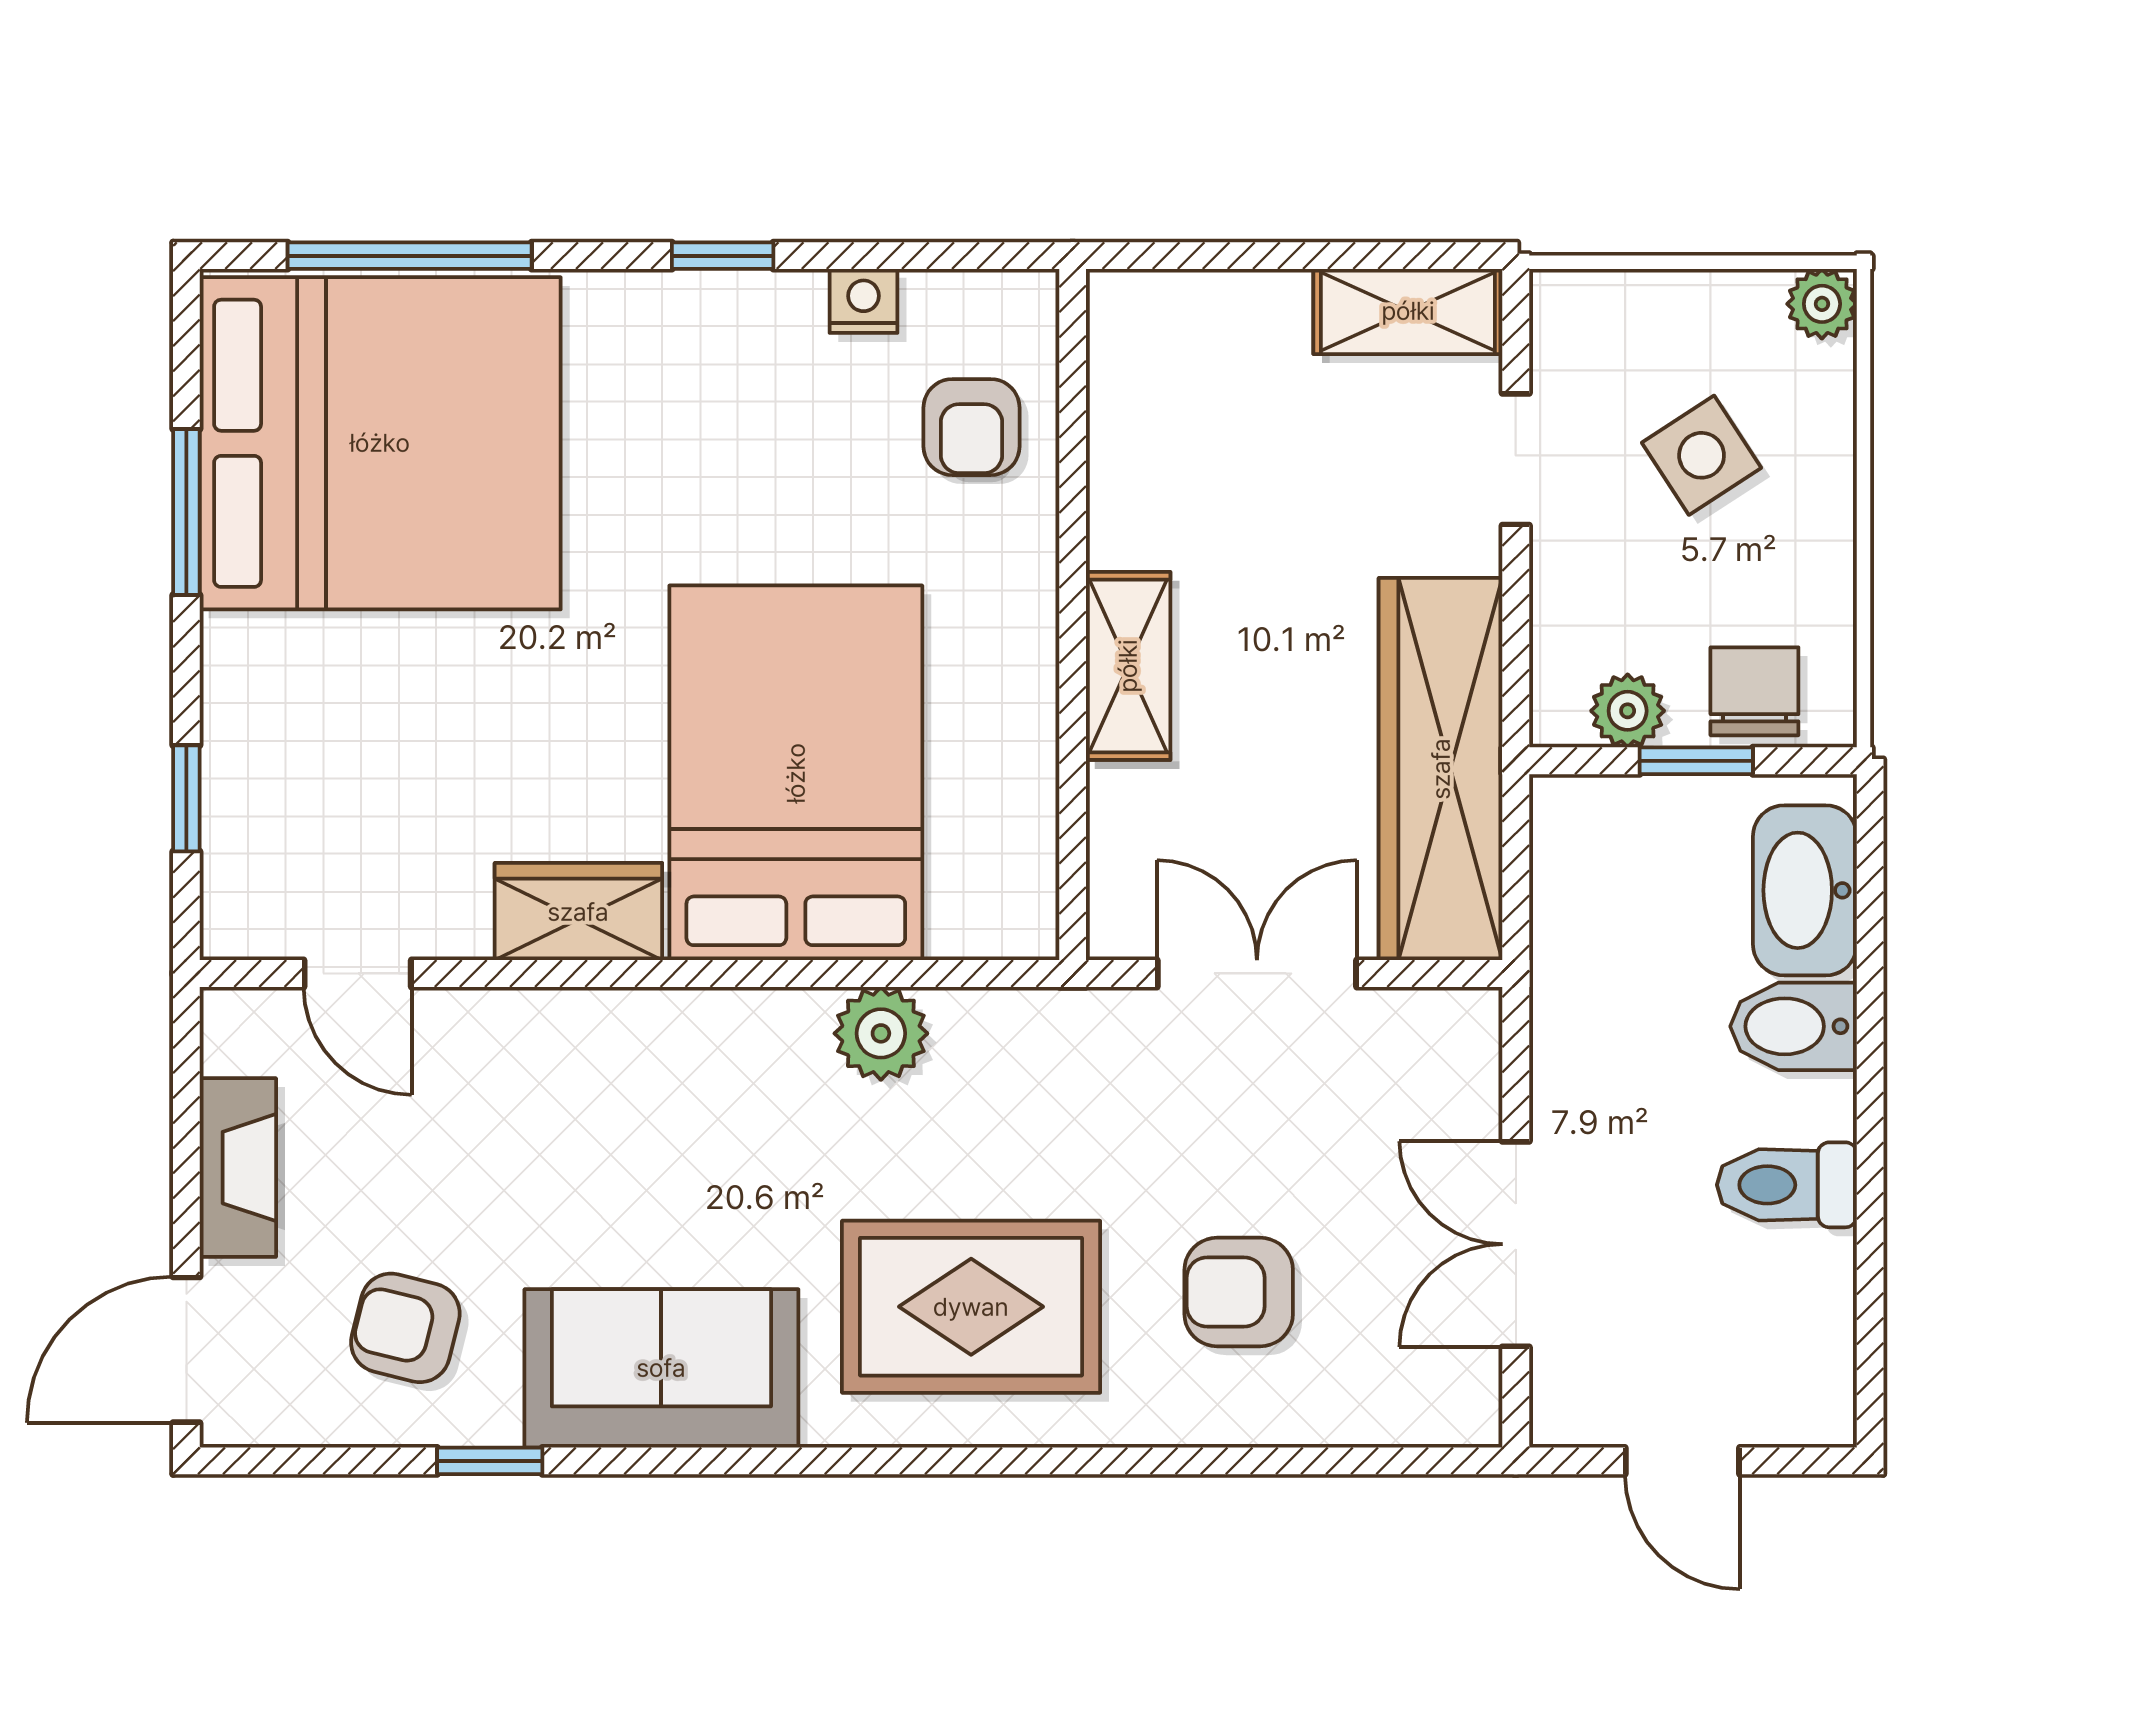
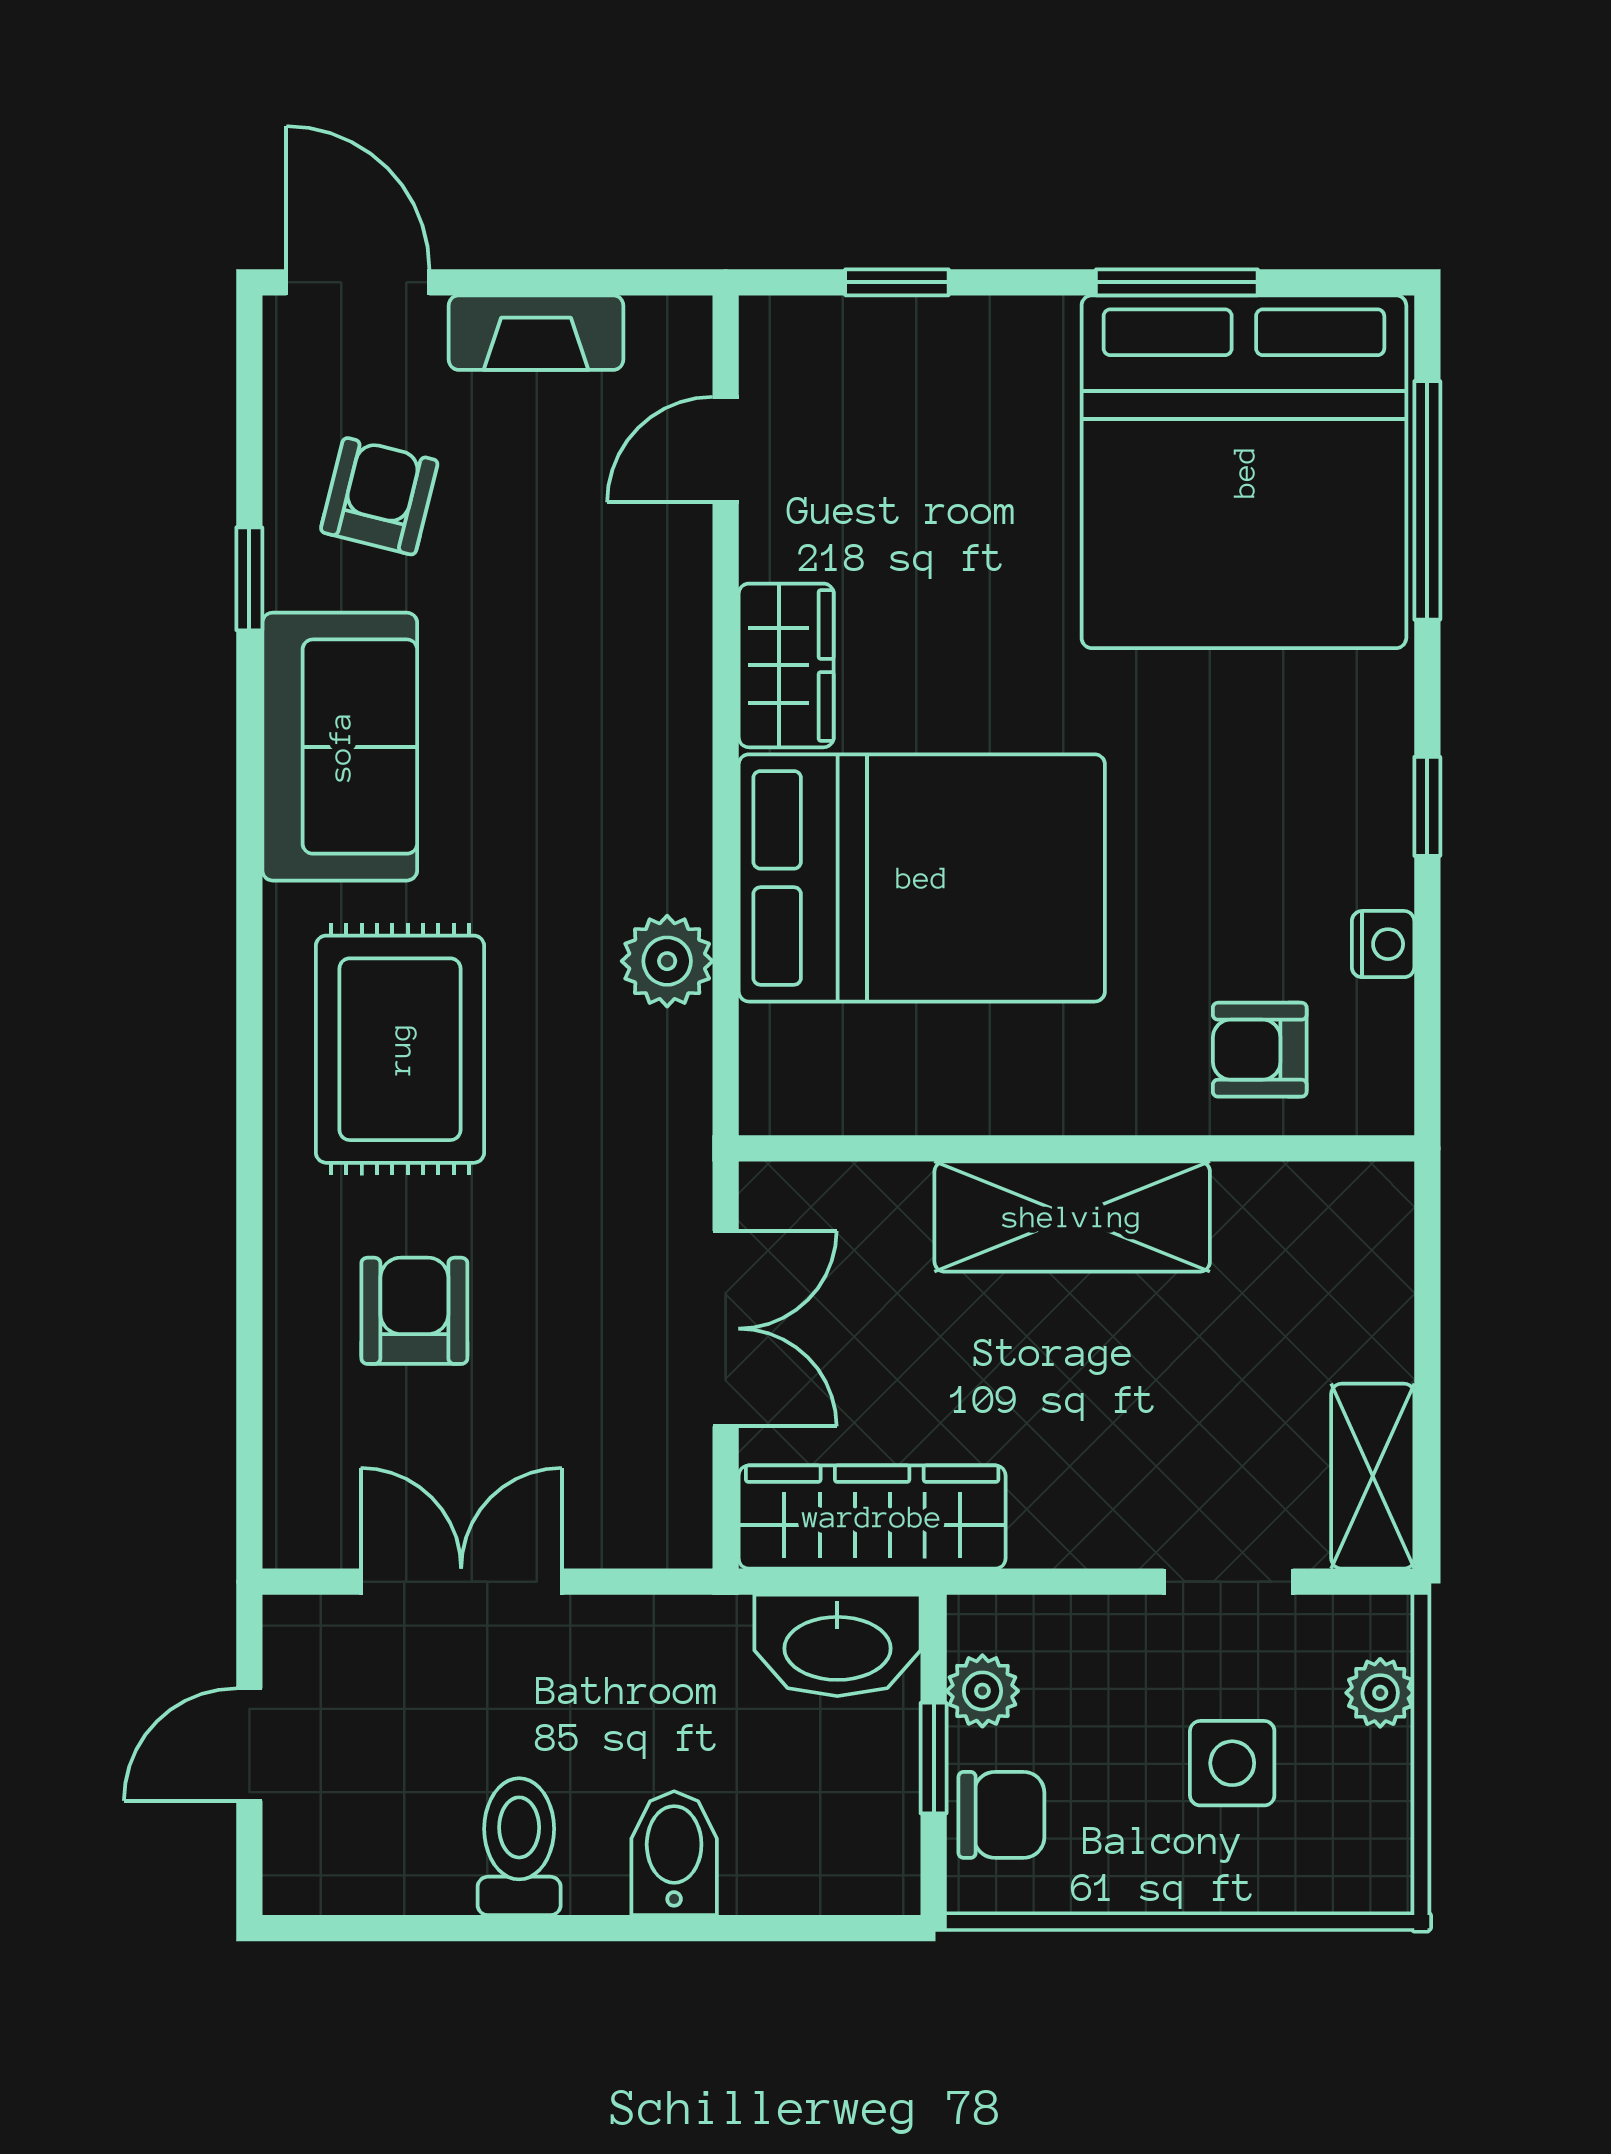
plant: (1822, 304) -> (1380, 1693), moved
side table: (1702, 455) -> (1232, 1763), turned 33
shelving: (1128, 666) -> (1072, 1217), width x1.50, depth x1.33
wardrobe: (1441, 769) -> (872, 1517), width x0.71, depth x0.85
washbasin: (1805, 890) -> (837, 1645), moved, turned 180

